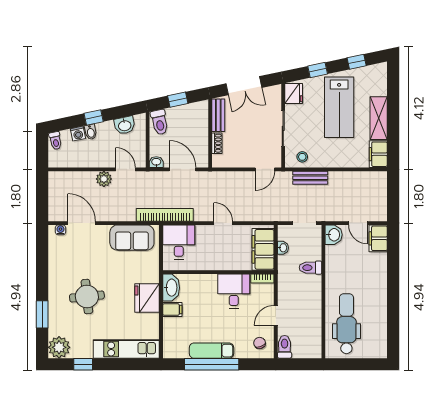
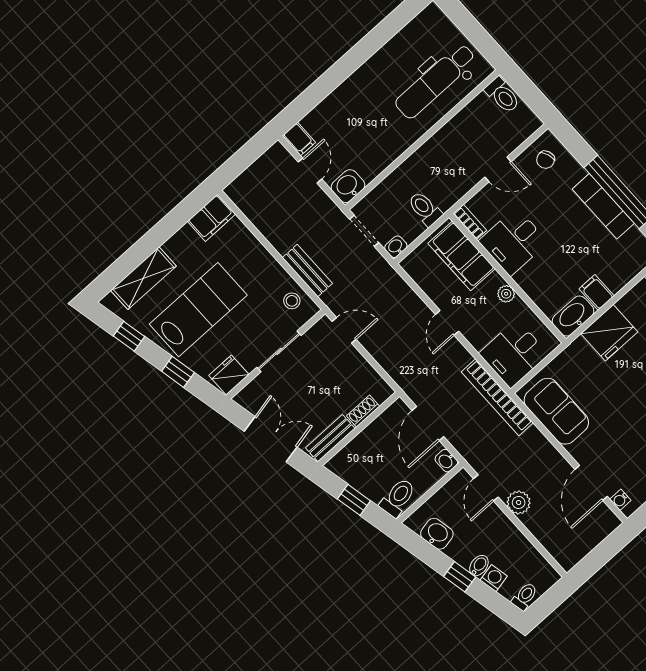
shelving: (379, 118) -> (143, 278), moved
filing cabinet: (378, 238) -> (299, 139), width x0.50
washbasin: (283, 248) -> (396, 247), moved
filing cabinet: (263, 249) -> (461, 256), moved, turned 90
plant: (211, 265) -> (506, 294), added
toilet: (310, 268) -> (425, 209), moved, turned 180
toilet: (285, 347) -> (502, 95), moved, turned -90

